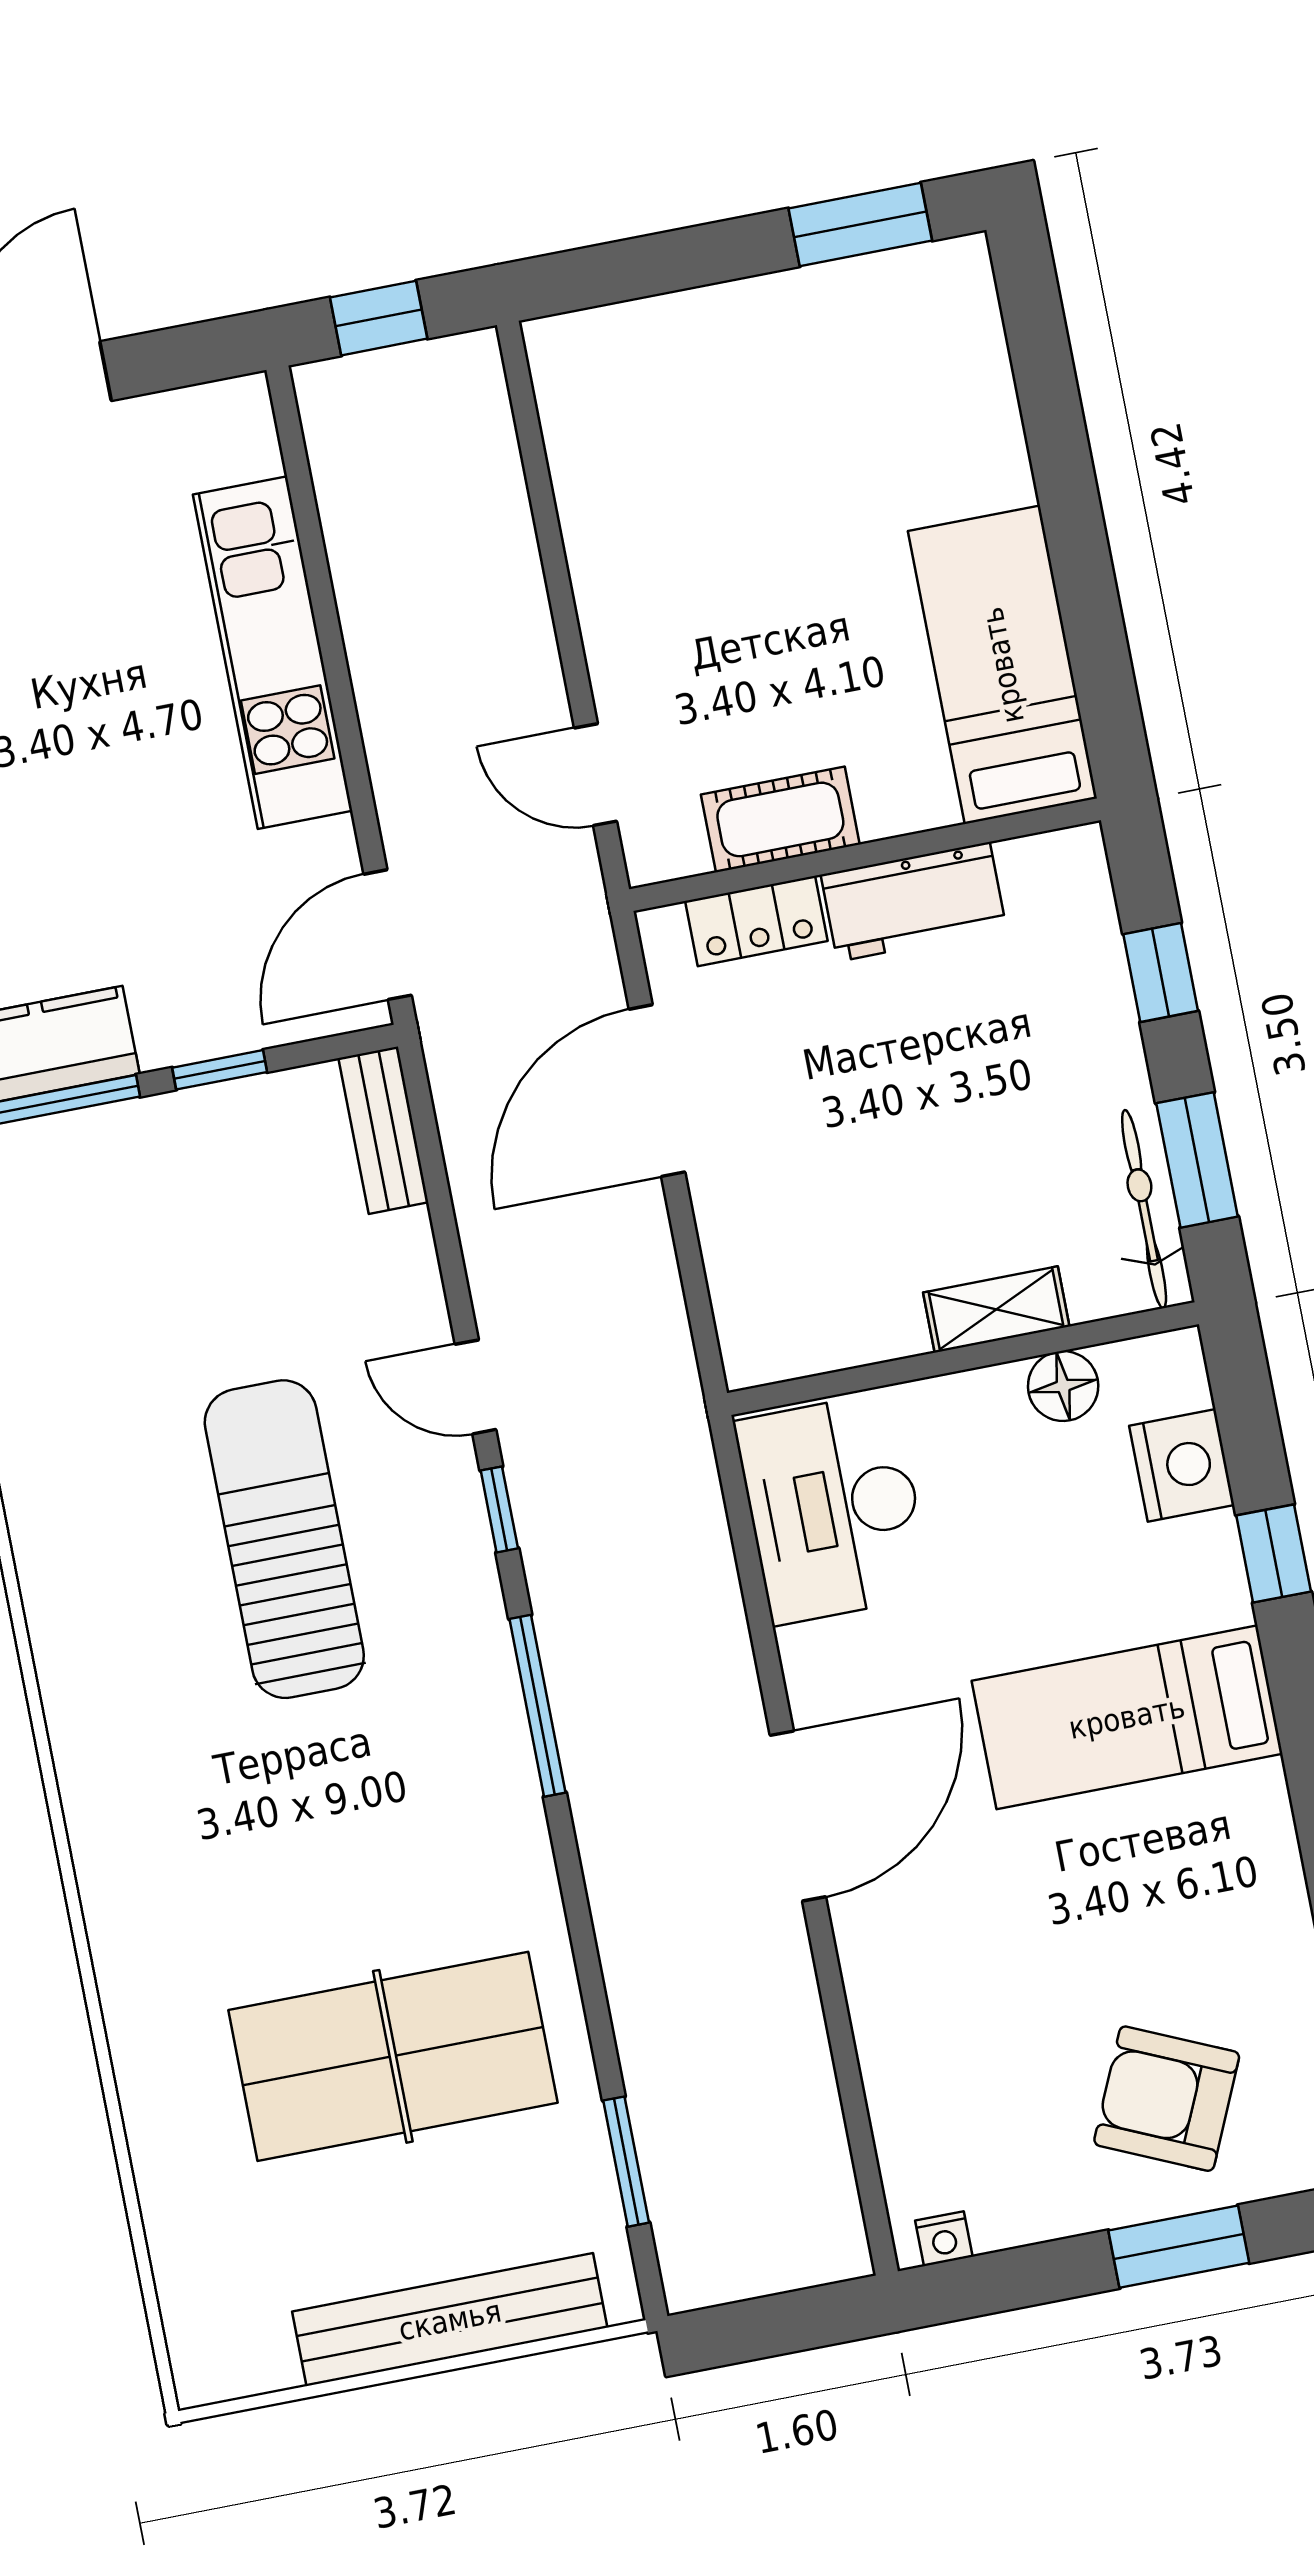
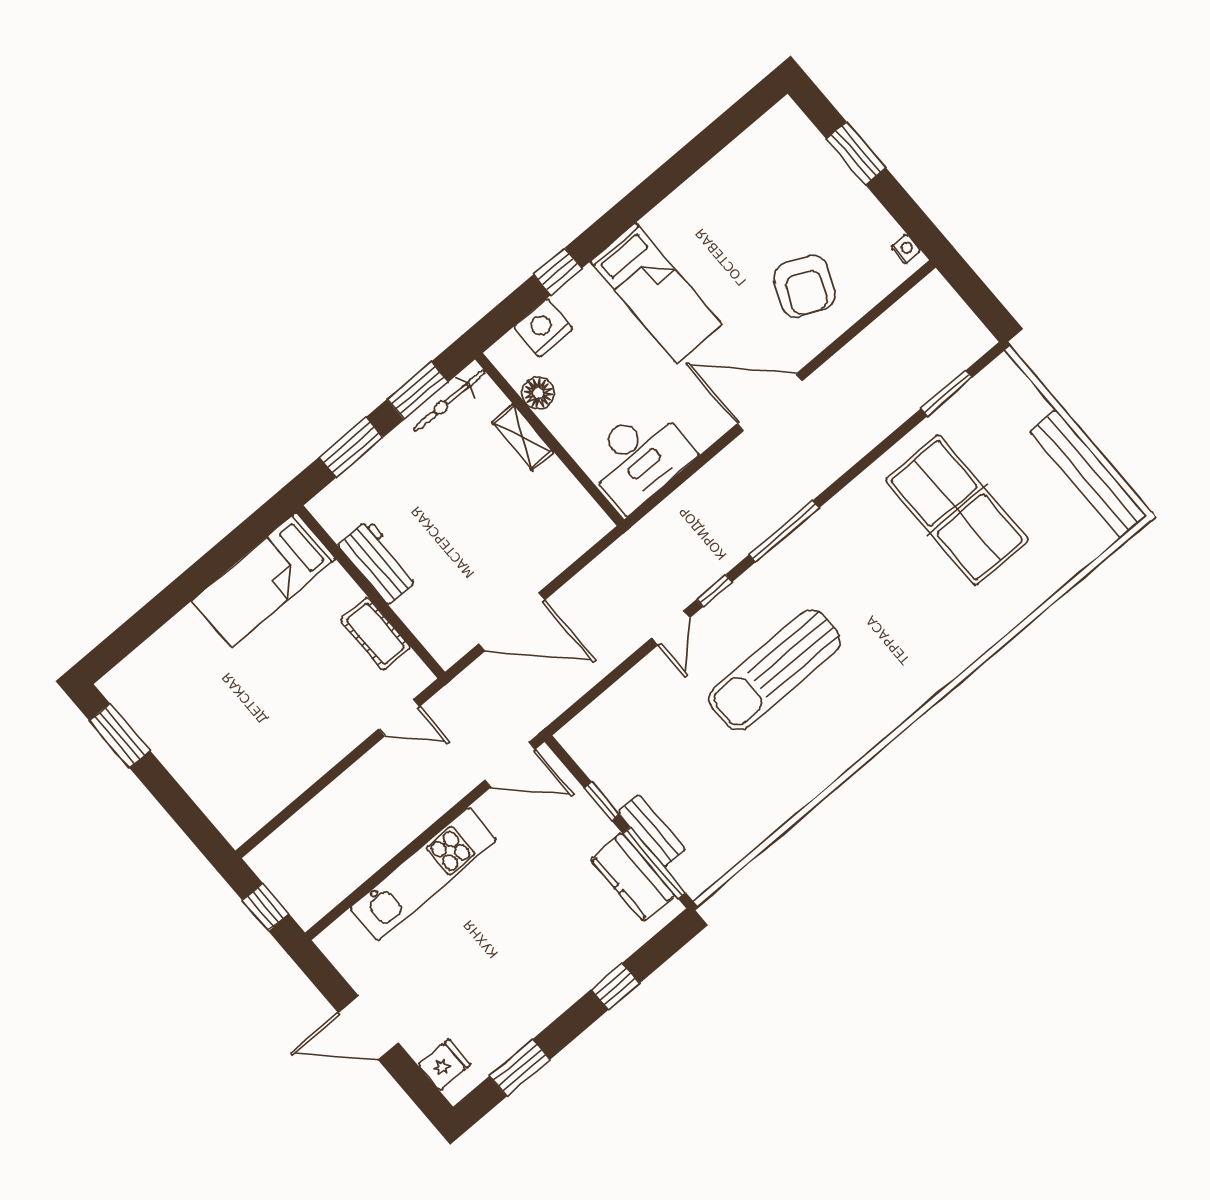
door: (596, 775) -> (399, 718), hinge flipped
locker: (756, 921) -> (421, 620), removed
window: (1161, 972) -> (351, 447), width x1.50
bench: (383, 1130) -> (652, 831), moved, turned 90
armchair: (1167, 2099) -> (804, 286), moved
bench: (450, 2320) -> (1088, 474), moved

